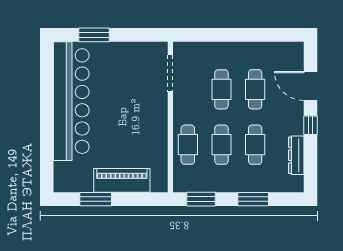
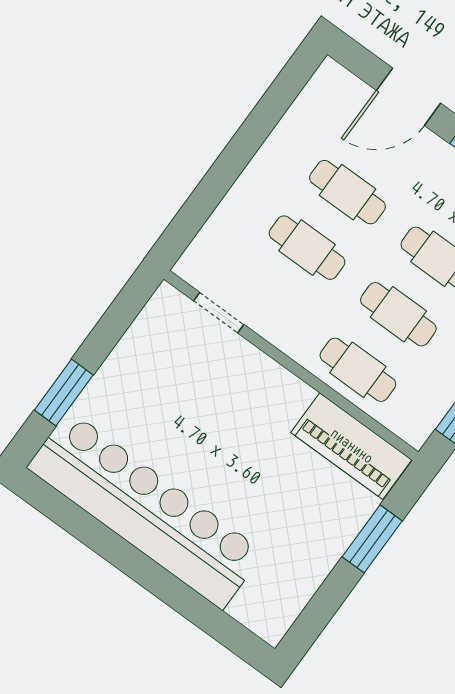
doorway: (170, 73) -> (219, 313), width x0.73
piano: (122, 180) -> (351, 446), moved, turned -90
window: (96, 199) -> (372, 539), moved

